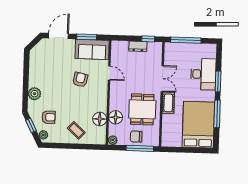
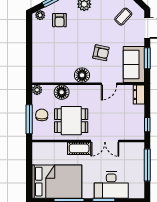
dresser: (138, 46) -> (139, 94), moved
floor lamp: (100, 119) -> (82, 75), moved
coffee table: (76, 130) -> (123, 17), moved

